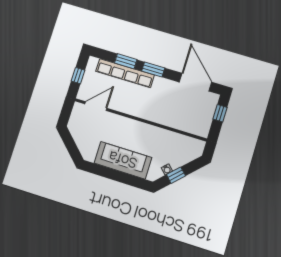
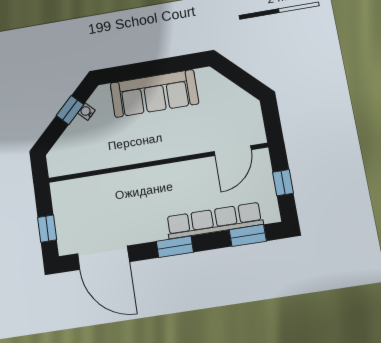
window: (126, 61) -> (248, 235), moved

